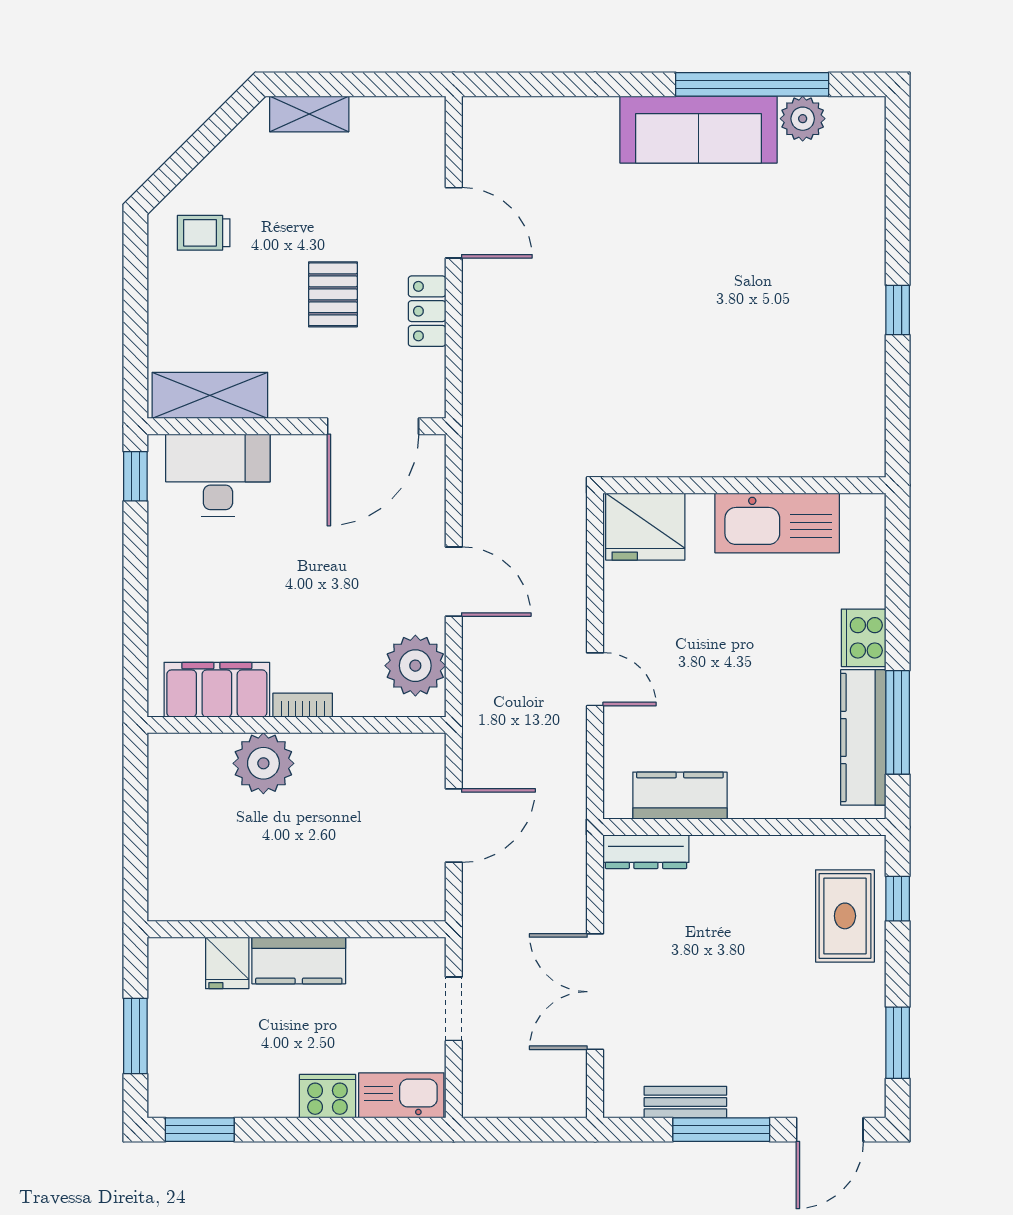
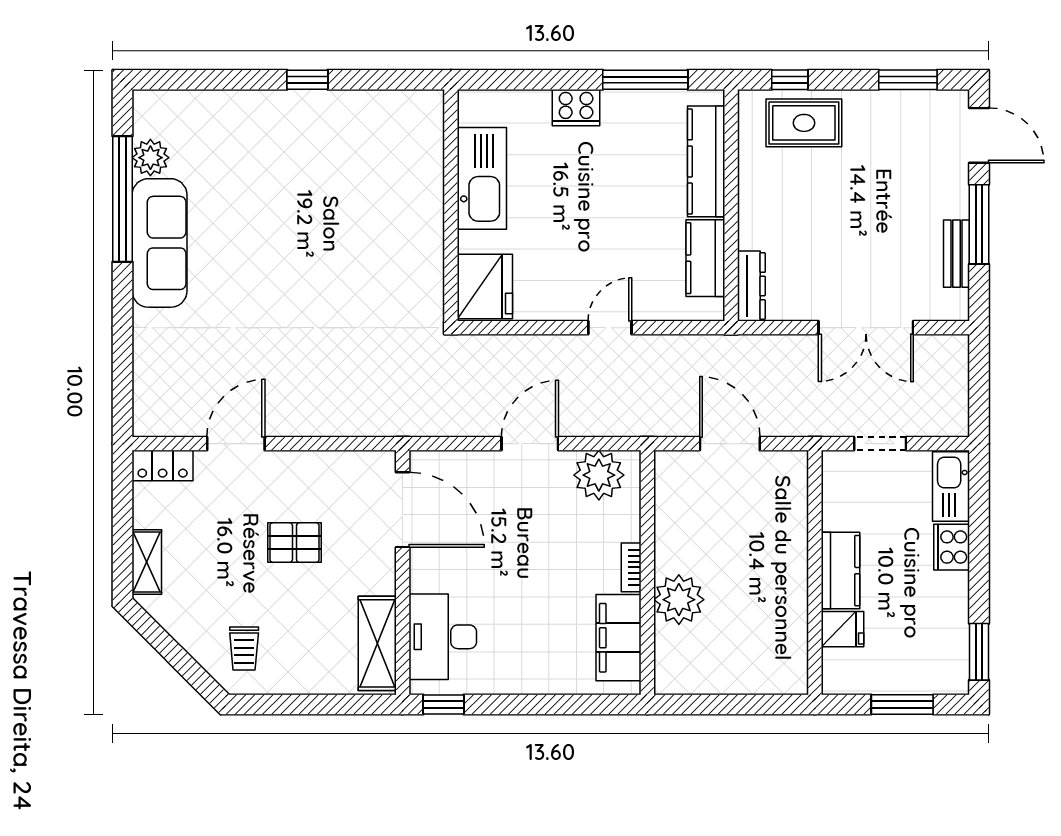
locker: (427, 311) -> (163, 465), moved
kitchen counter: (863, 737) -> (706, 161), moved, turned 90

